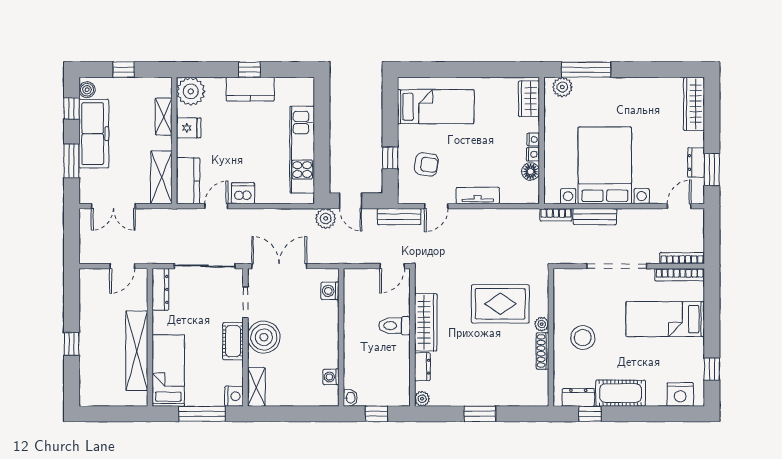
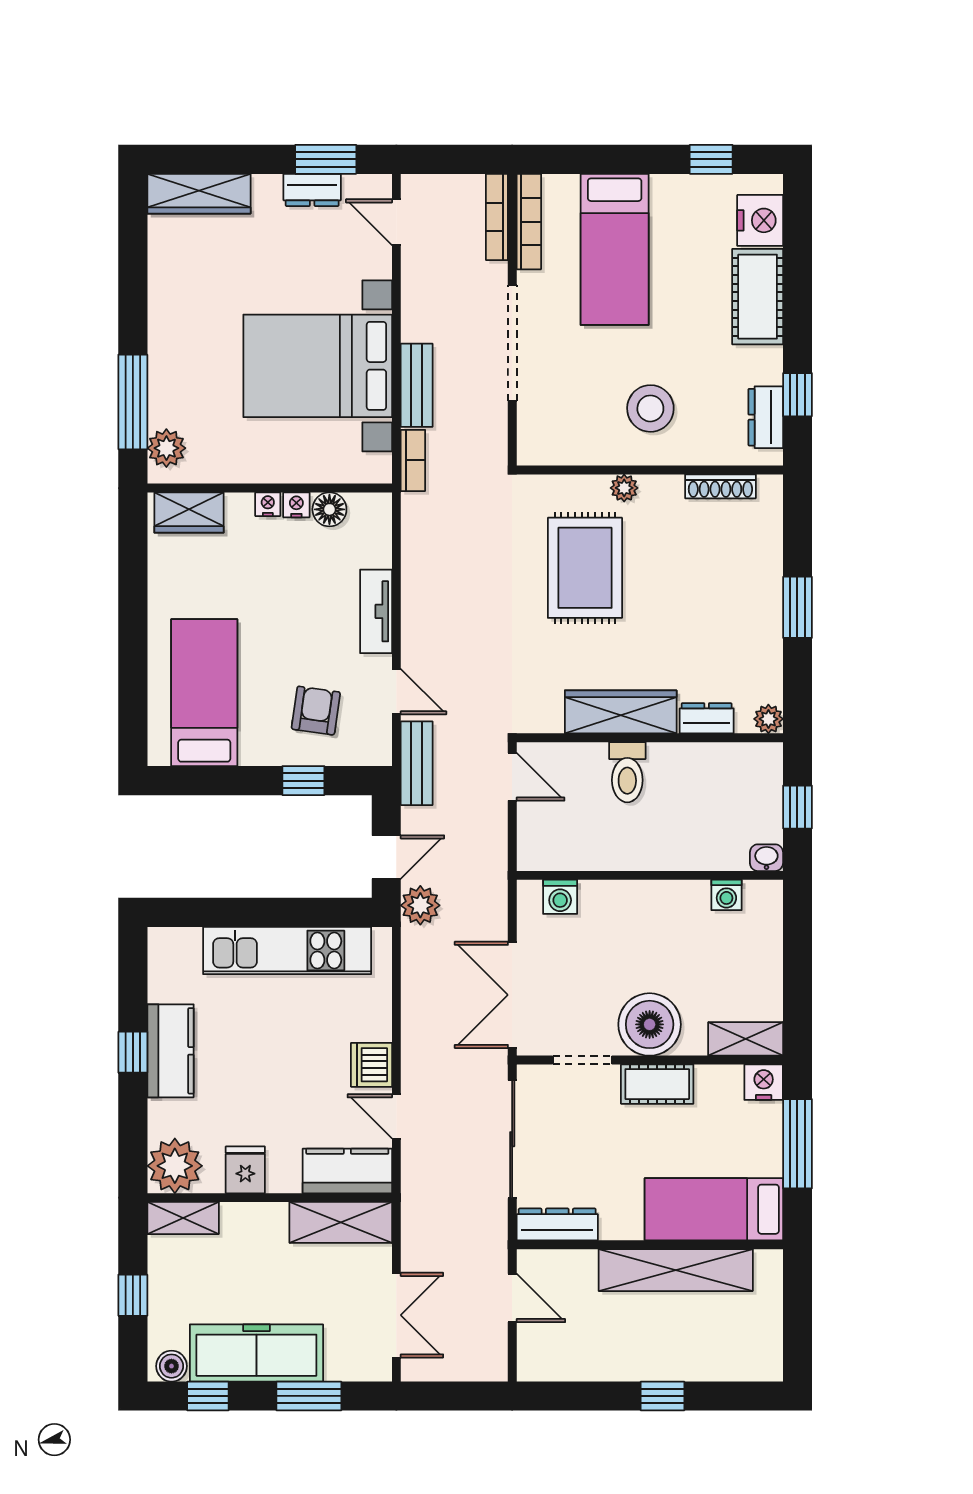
shelving: (164, 117) -> (183, 1218), moved
shoe rack: (542, 351) -> (720, 486), moved
cot: (621, 393) -> (758, 297), moved

